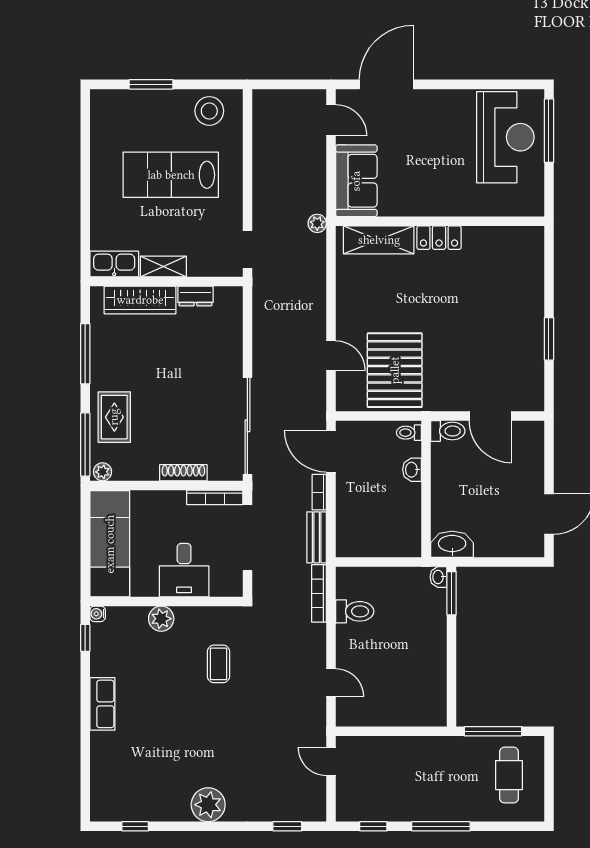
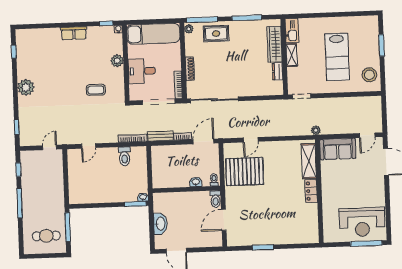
lab bench: (171, 175) -> (337, 57), turned 180
washbasin: (452, 544) -> (160, 224), moved

